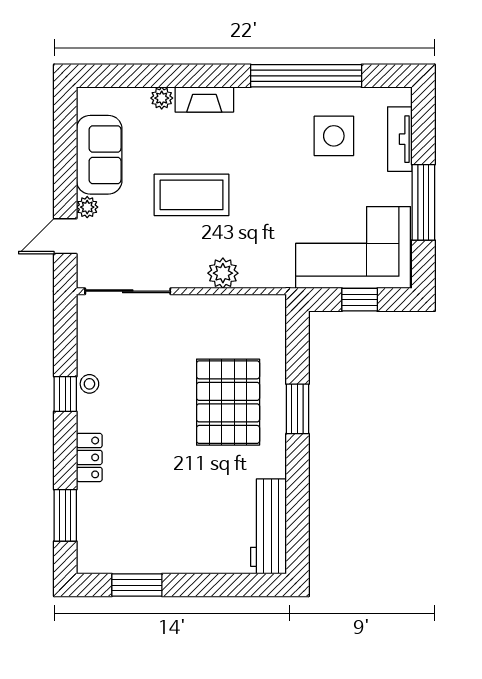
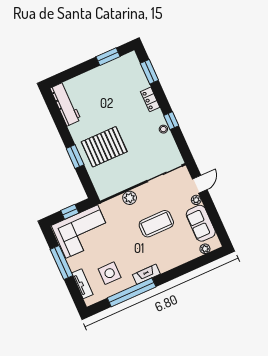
plant: (162, 98) -> (205, 249), moved
fireplace: (204, 99) -> (146, 274), moved
pallet: (228, 402) -> (104, 147), turned 90

